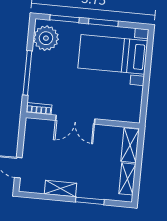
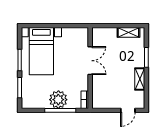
plant: (46, 38) -> (58, 100), moved
double door: (75, 120) -> (90, 61), moved
shelving: (130, 145) -> (104, 33), removed

